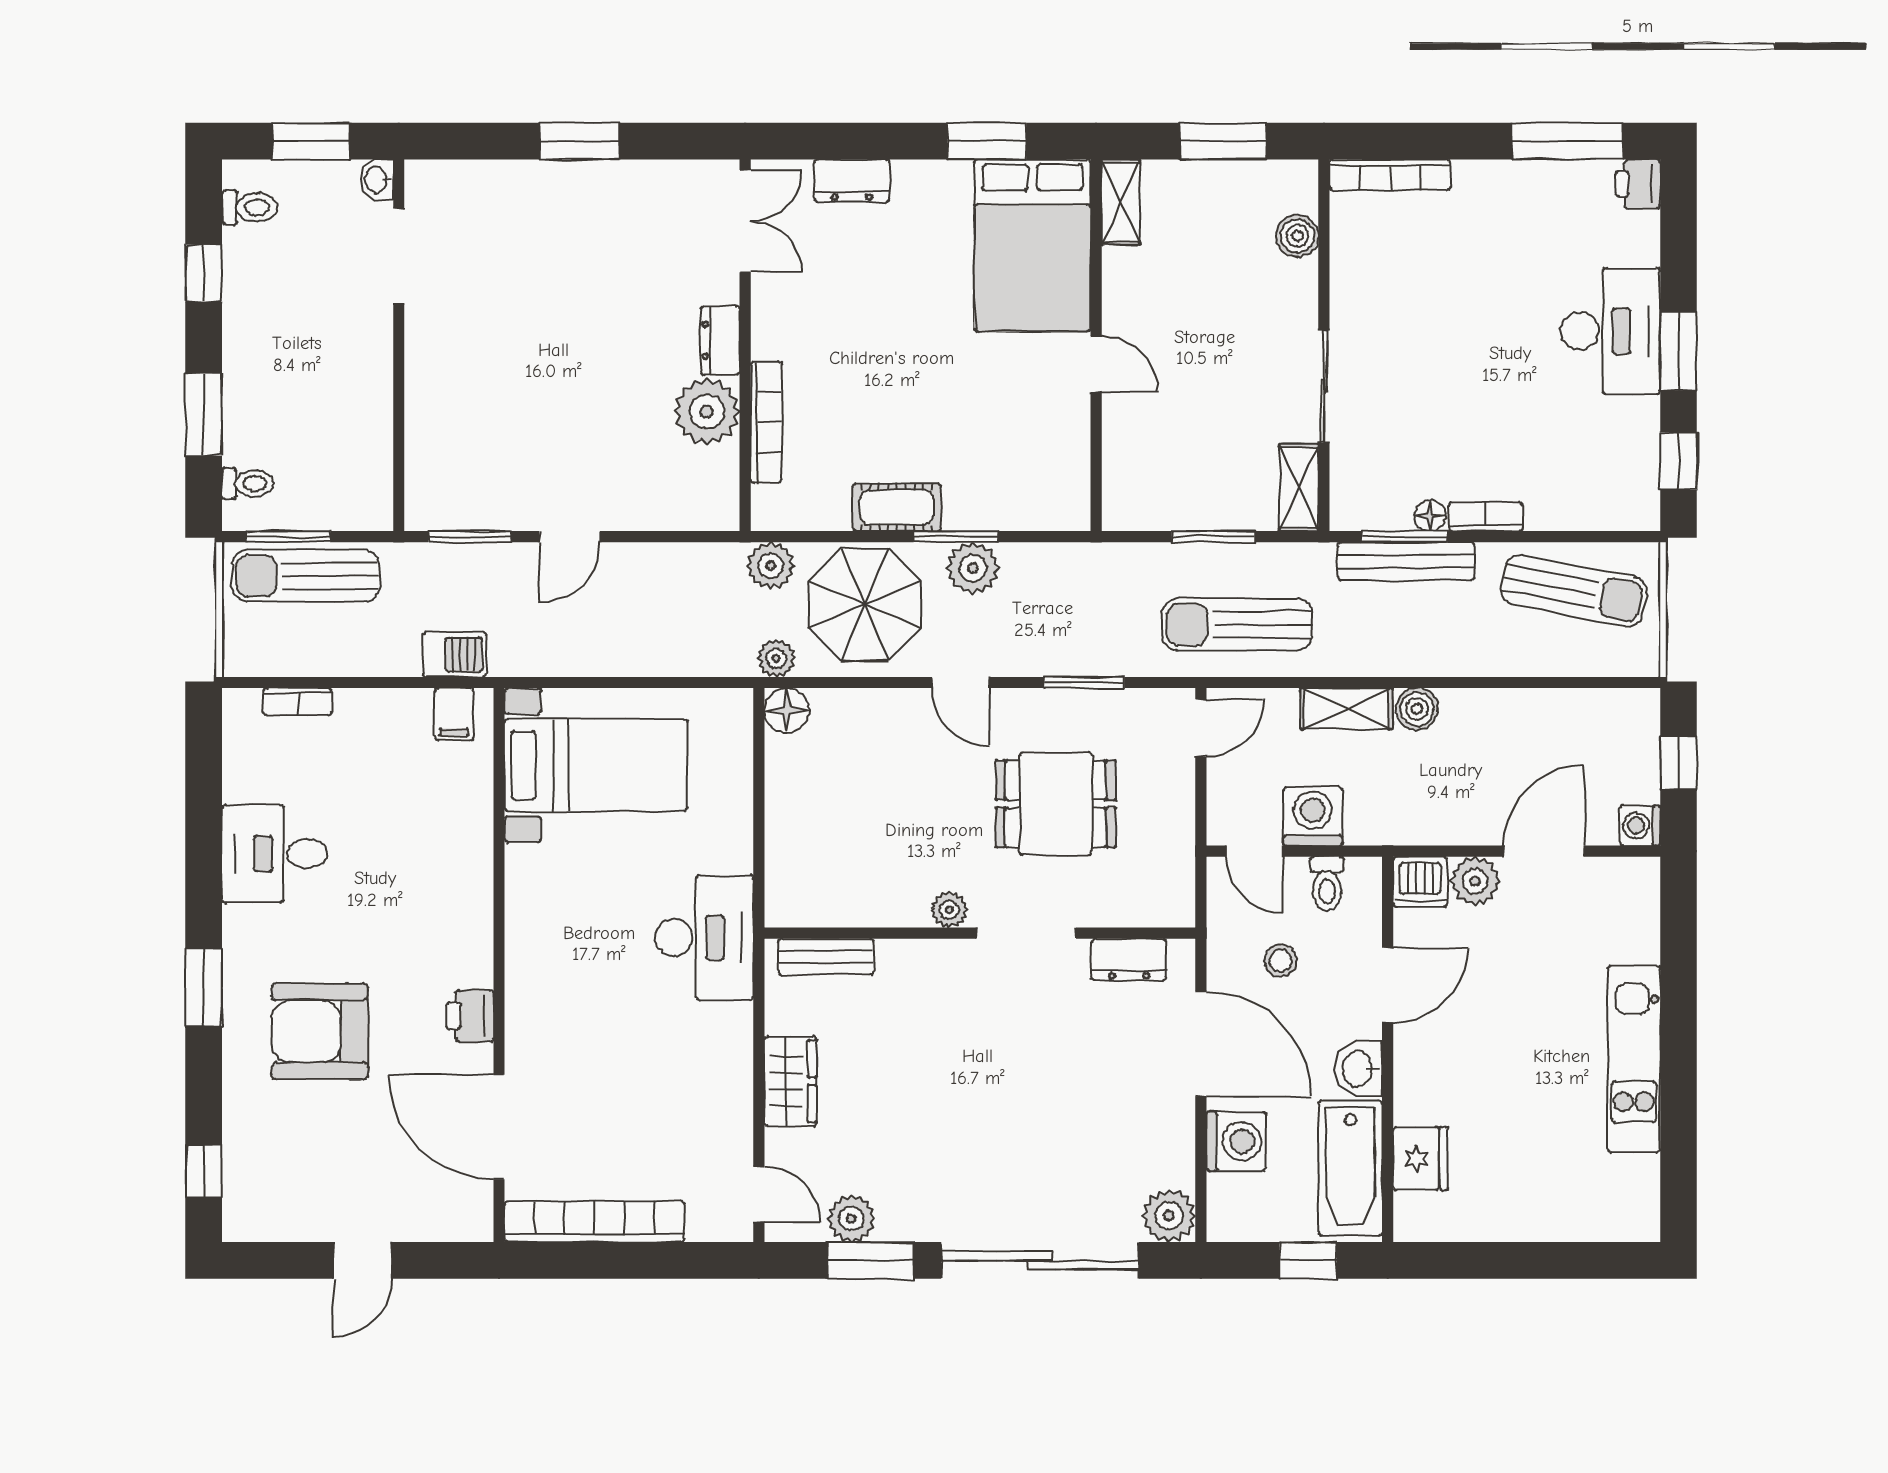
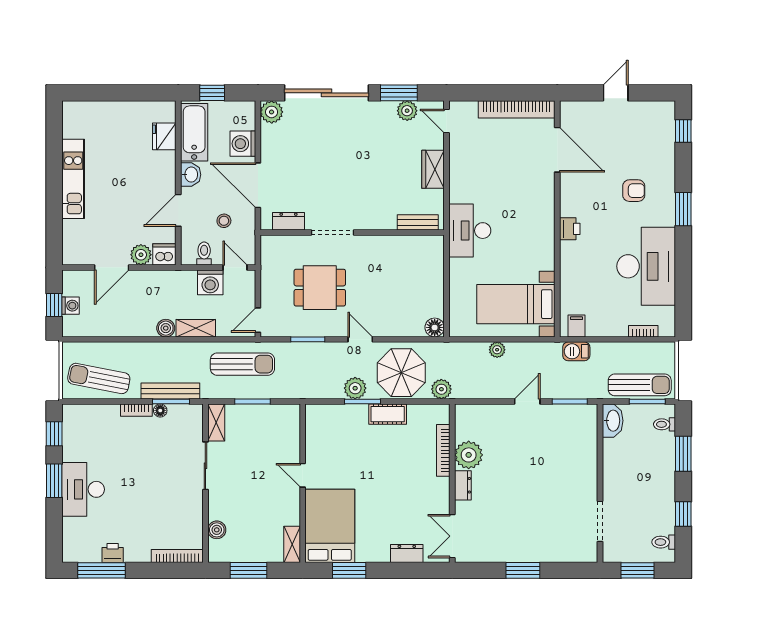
washbasin: (377, 180) -> (613, 421), moved, width x1.91, depth x1.45
printer: (1638, 184) -> (113, 553), moved, turned -90
plant: (776, 658) -> (497, 350), moved
washing machine: (1640, 825) -> (71, 306), moved
desk: (275, 854) -> (646, 266), width x1.87, depth x1.30
plant: (949, 910) -> (365, 242), removed
printer: (470, 1016) -> (570, 229), moved
armchair: (320, 1031) -> (634, 191), width x0.53, depth x0.53

